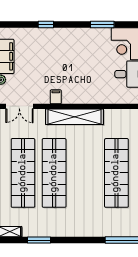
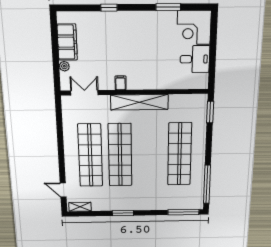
double door: (19, 106) -> (84, 93), swing flipped
window: (39, 240) -> (123, 213), moved

